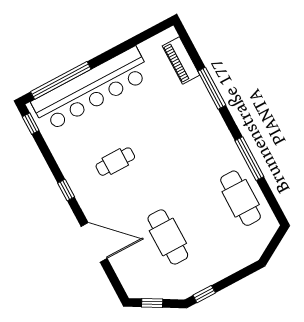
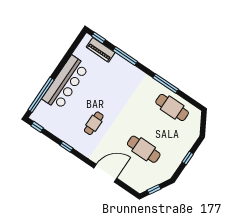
window: (187, 42) -> (98, 38), added
bar counter: (91, 89) -> (66, 83), width x0.73
window: (66, 190) -> (66, 147), moved
window: (204, 294) -> (188, 158), moved

